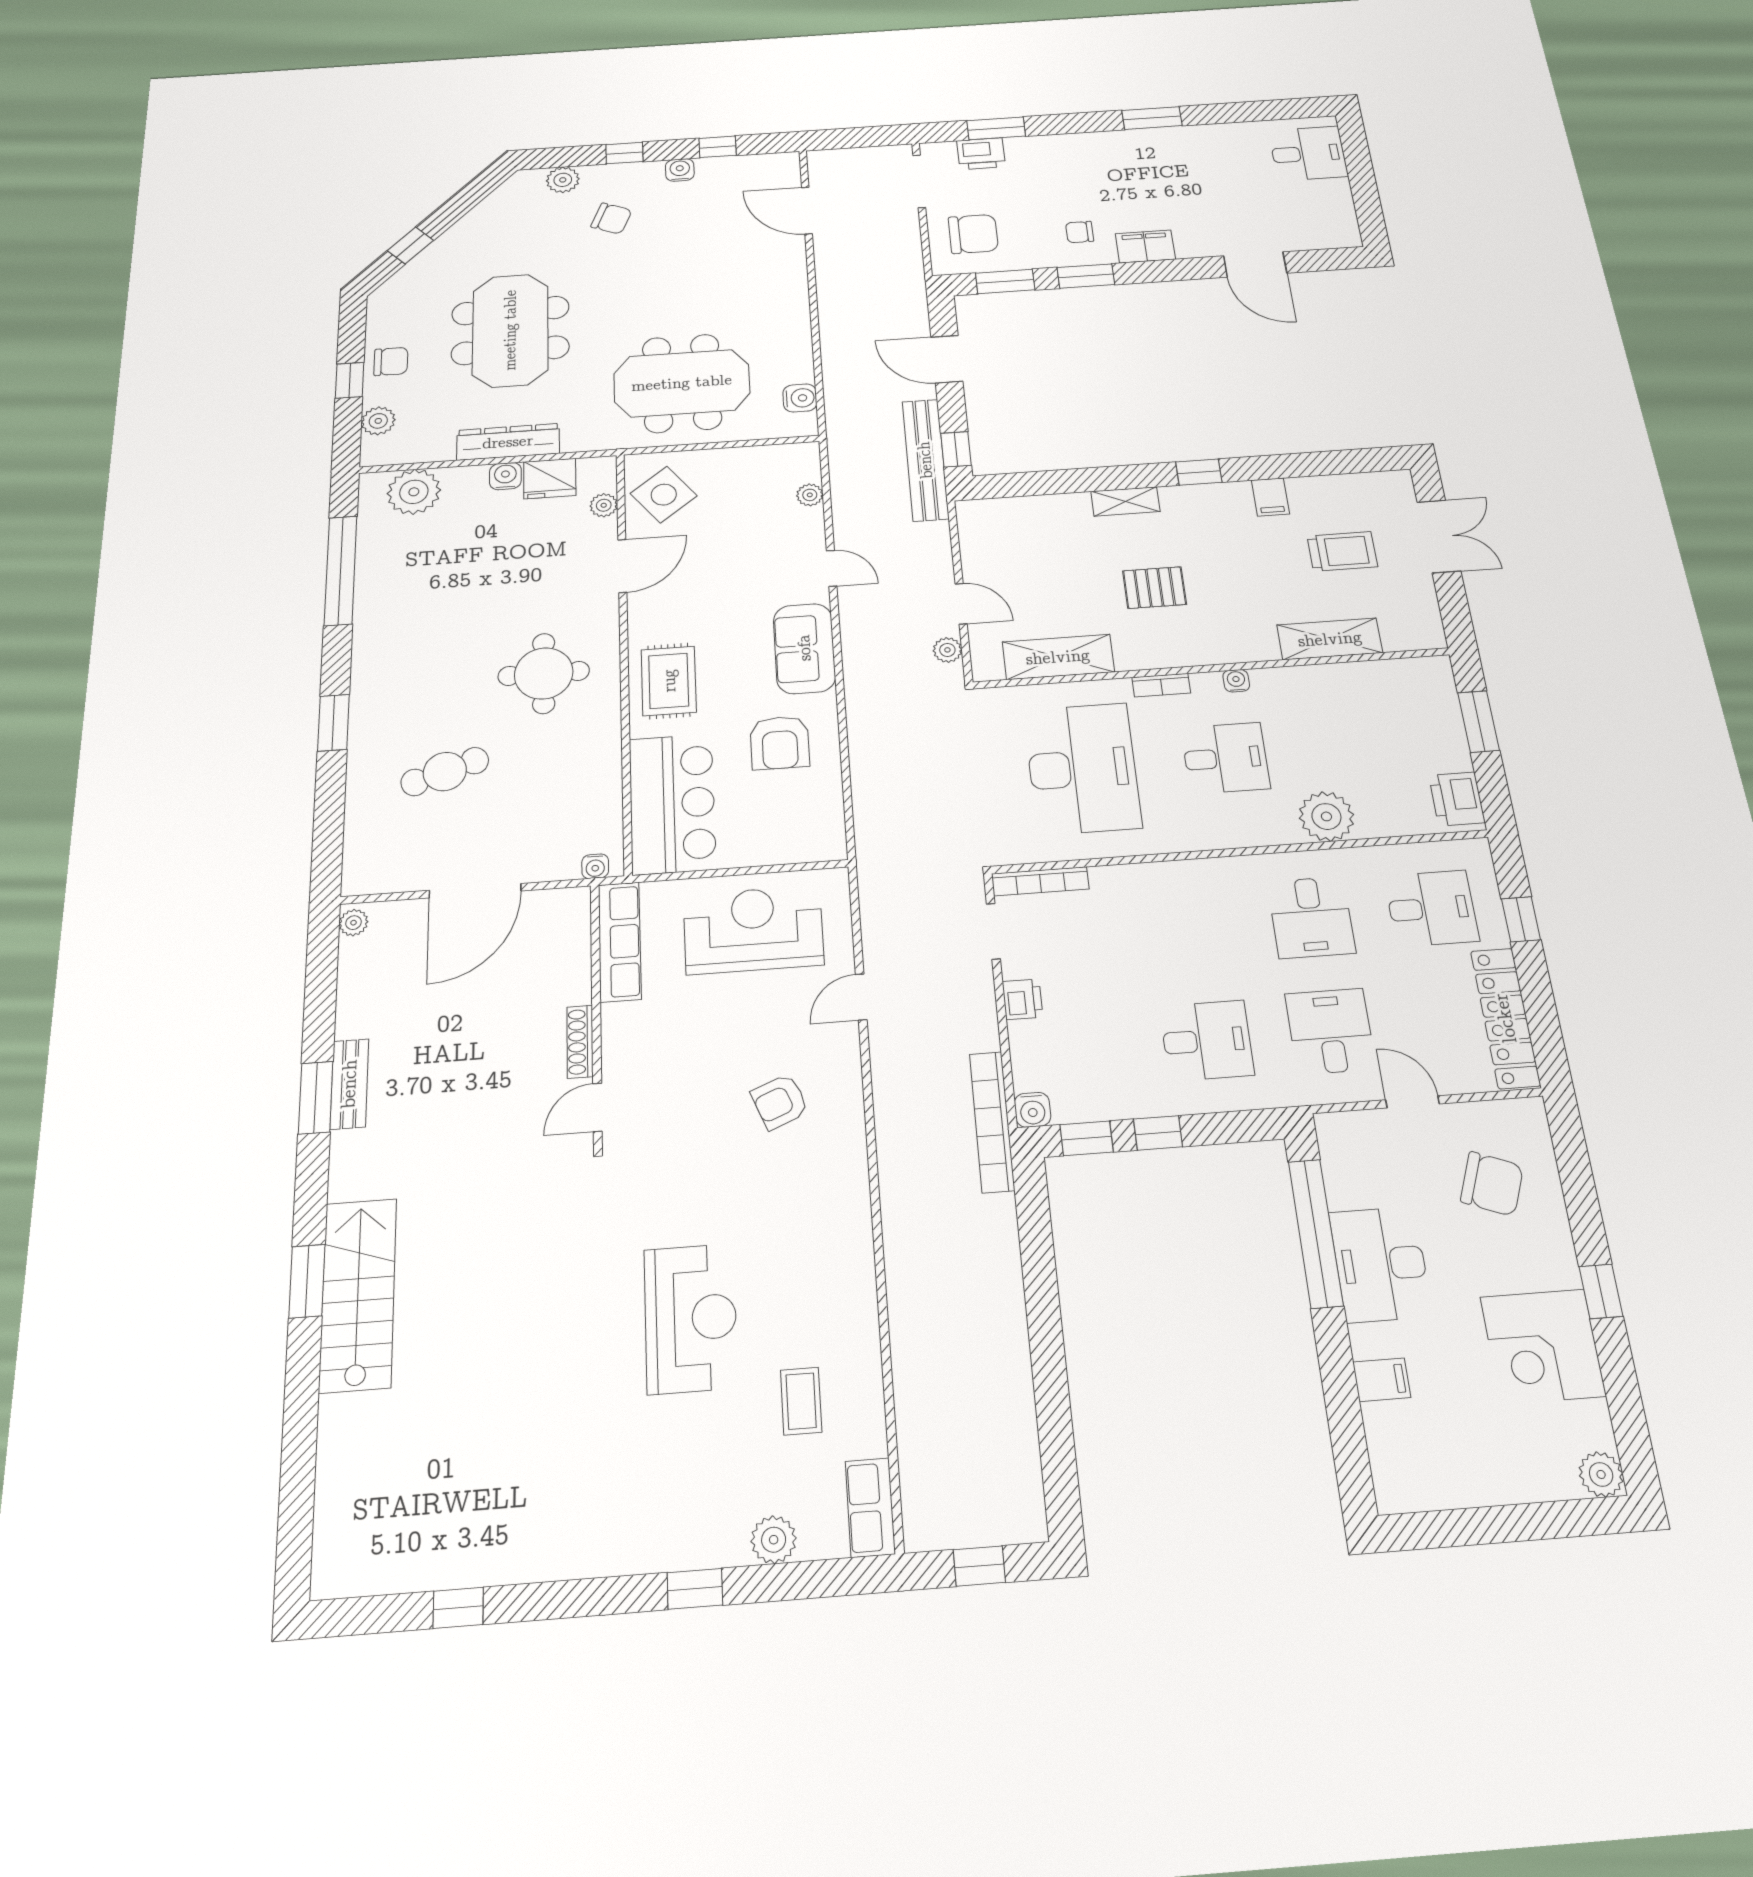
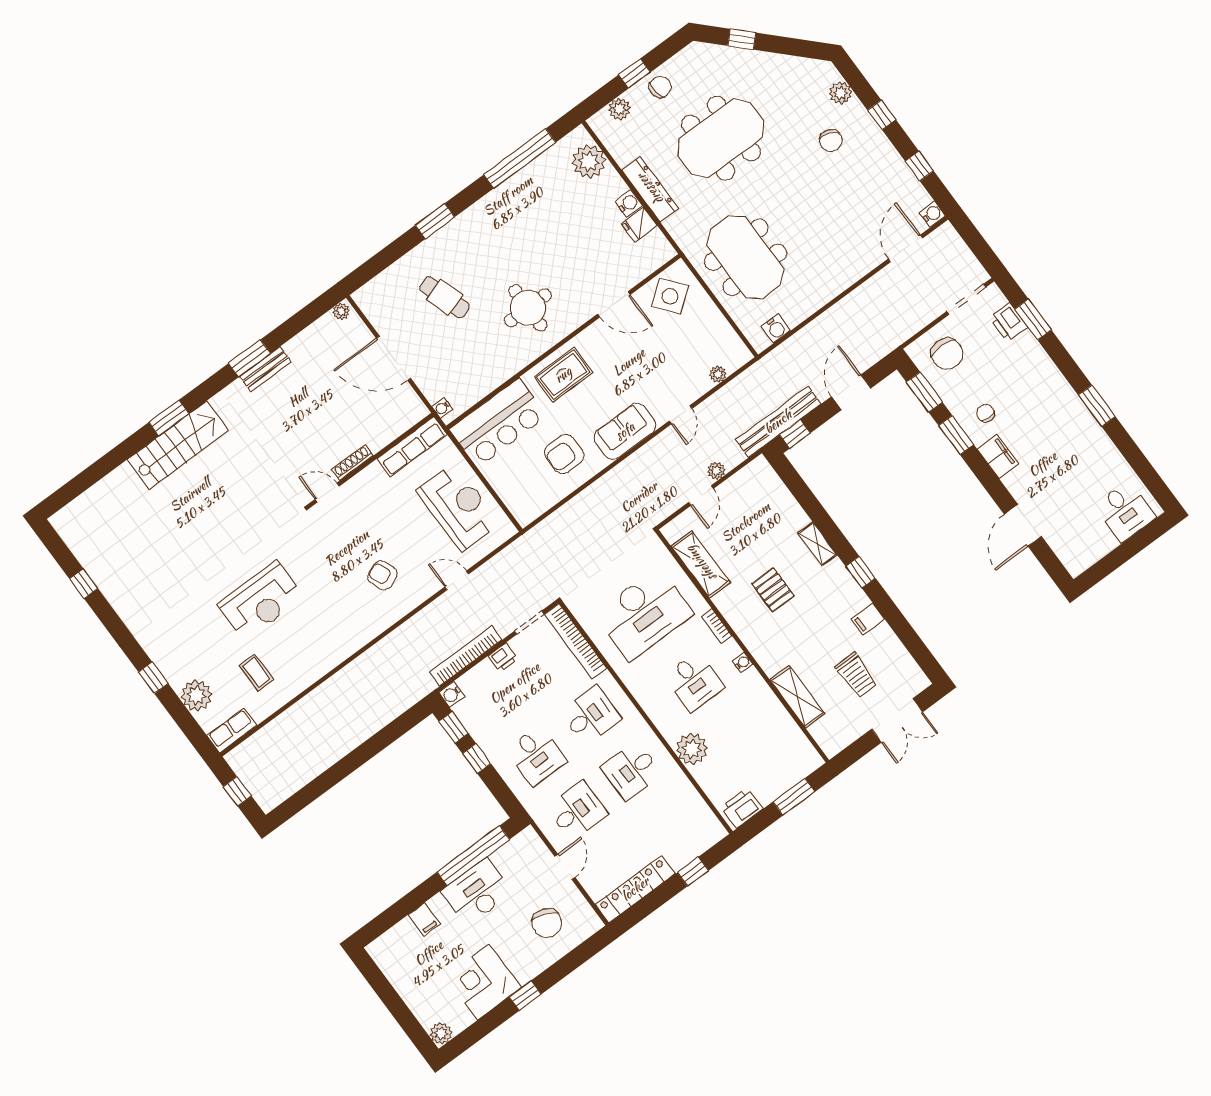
water cooler: (680, 170) -> (932, 214), moved
chair: (391, 361) -> (660, 87), turned -98
fridge: (550, 479) -> (639, 225), width x0.72
plant: (604, 505) -> (644, 269), removed
plant: (947, 650) -> (716, 471), moved
bookcase: (1040, 881) -> (575, 641), width x1.48, depth x1.31
desk: (1431, 908) -> (591, 715), moved, turned -90
bookcase: (992, 1122) -> (466, 656), moved
coffee table: (801, 1401) -> (257, 673), turned 90
plant: (774, 1540) -> (196, 695), width x1.36, depth x1.36

